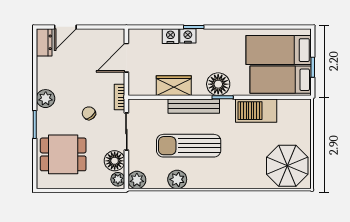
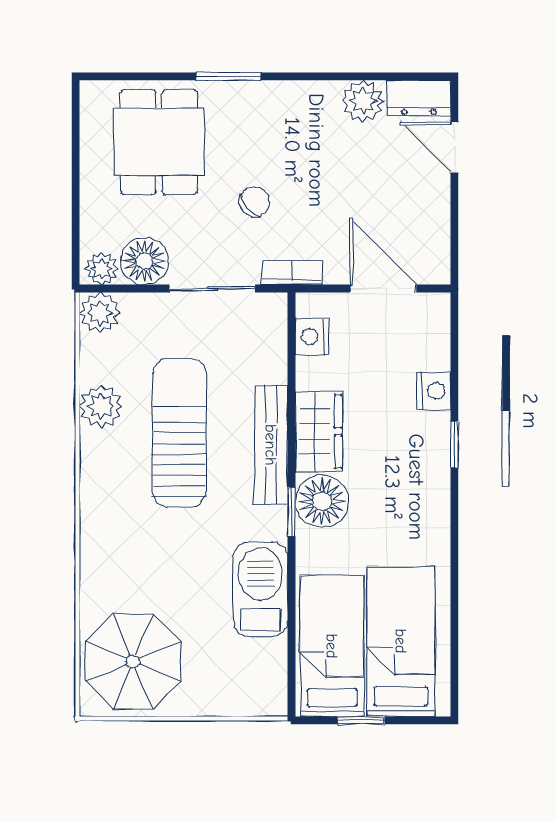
nightstand: (188, 36) -> (312, 337), moved, turned 180
wardrobe: (174, 86) -> (319, 431), moved
plant: (46, 99) -> (363, 101), moved

